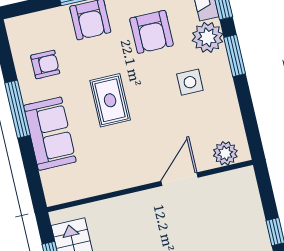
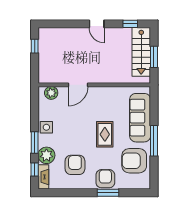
armchair: (45, 64) -> (134, 161), width x1.88, depth x1.88
side table: (190, 82) -> (46, 127), moved
sofa: (50, 134) -> (140, 118), width x1.36

